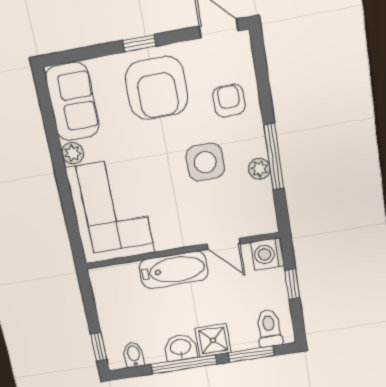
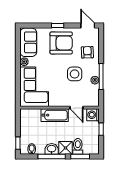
armchair: (157, 88) -> (61, 43), turned -90
toilet: (269, 328) -> (78, 146), moved

